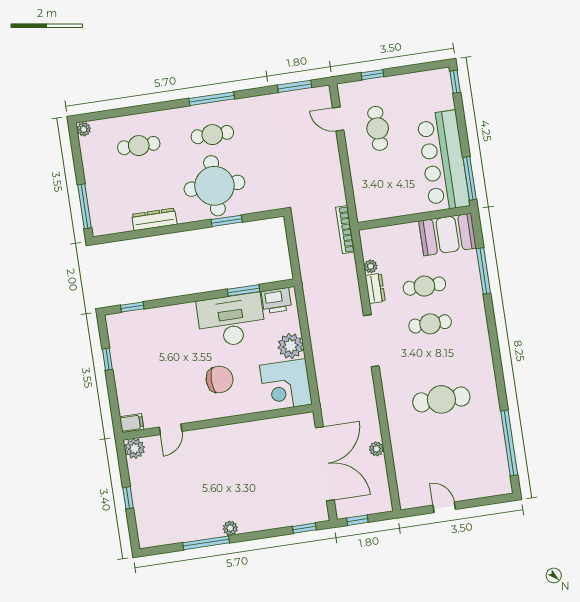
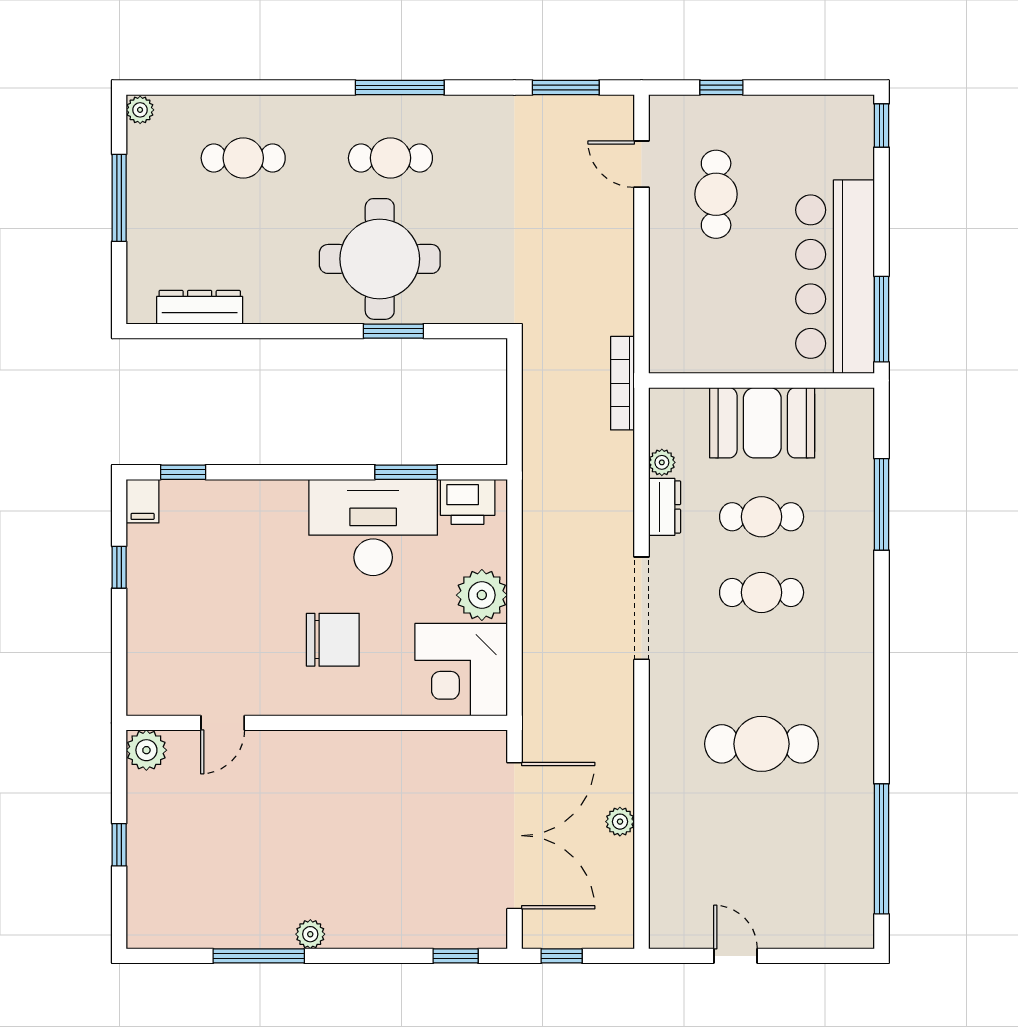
window: (84, 206) -> (119, 198), moved
dresser: (154, 219) -> (200, 307), moved
booth: (448, 235) -> (762, 423), moved
filing cabinet: (132, 423) -> (143, 501), moved, turned 90

